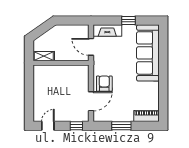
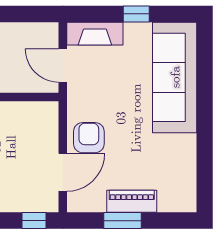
piano: (146, 116) -> (132, 201), moved

